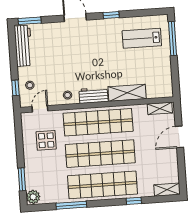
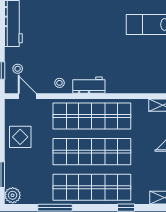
shelving: (127, 93) -> (127, 85), removed
door: (40, 109) -> (27, 96), hinge flipped
display table: (46, 140) -> (20, 137), moved

